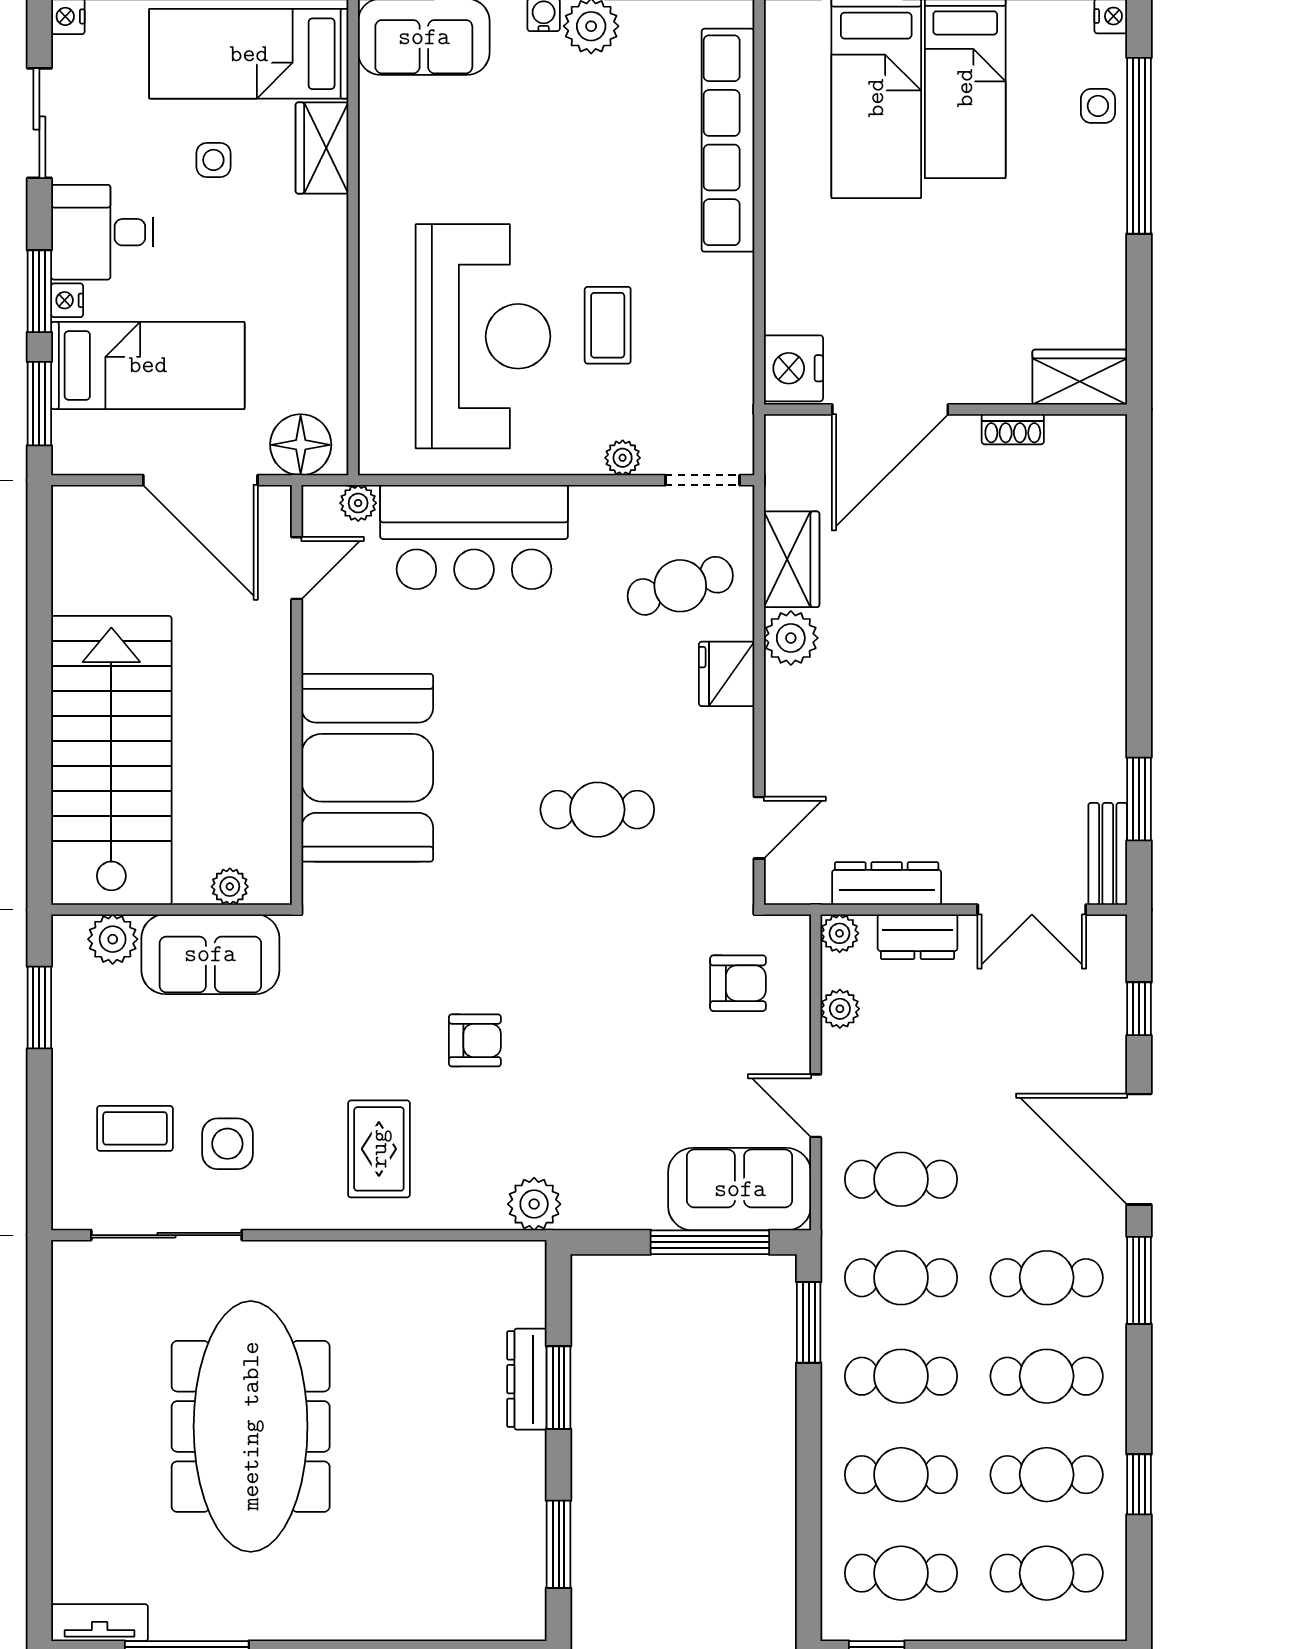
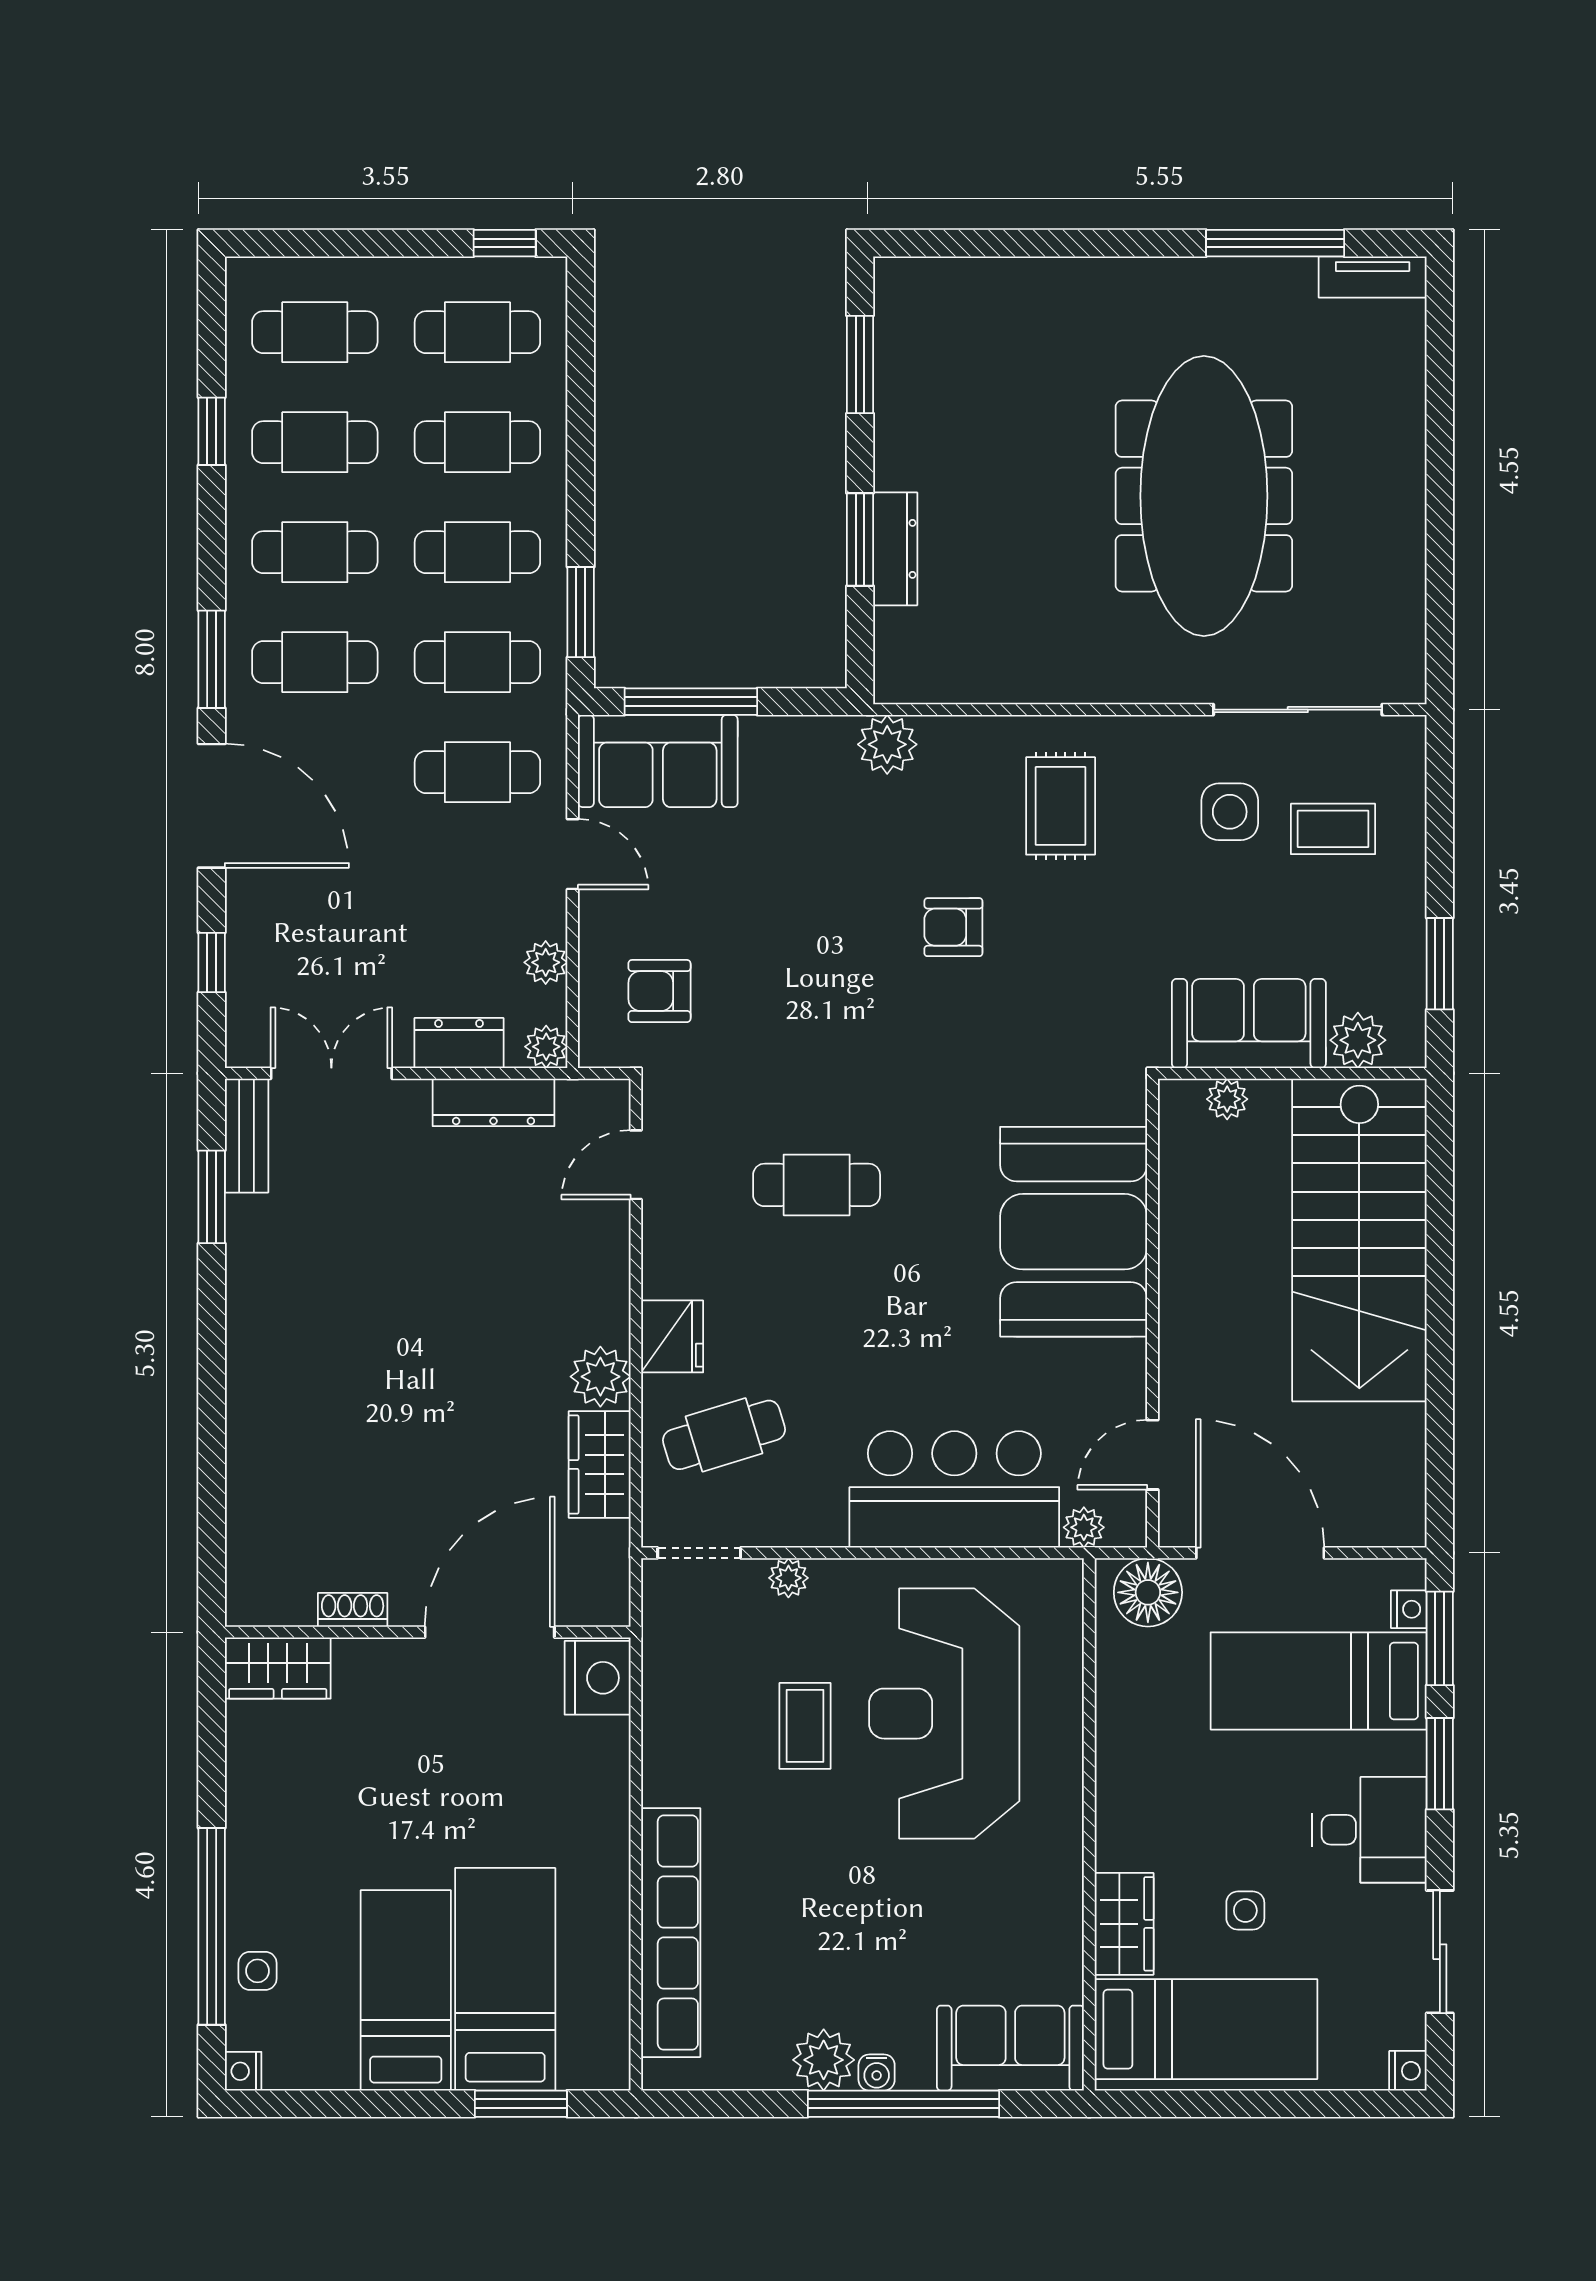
nightstand: (67, 300) -> (1409, 1609), moved

